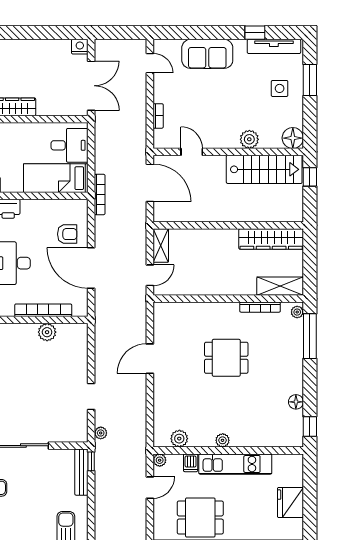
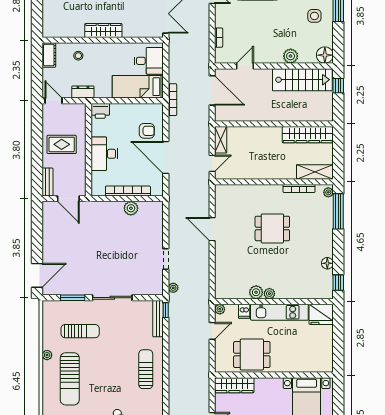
door: (192, 152) -> (245, 66), hinge flipped
door: (150, 359) -> (212, 229), hinge flipped
plant: (179, 439) -> (256, 292), moved
fridge: (290, 503) -> (321, 314), moved, turned -90

